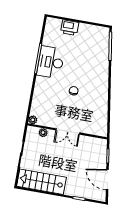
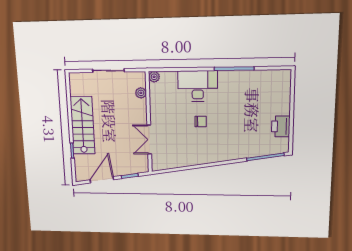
printer: (70, 28) -> (281, 126), moved
desk: (51, 62) -> (198, 86), moved
double door: (68, 131) -> (149, 140), moved
stairs: (41, 182) -> (83, 125), moved

